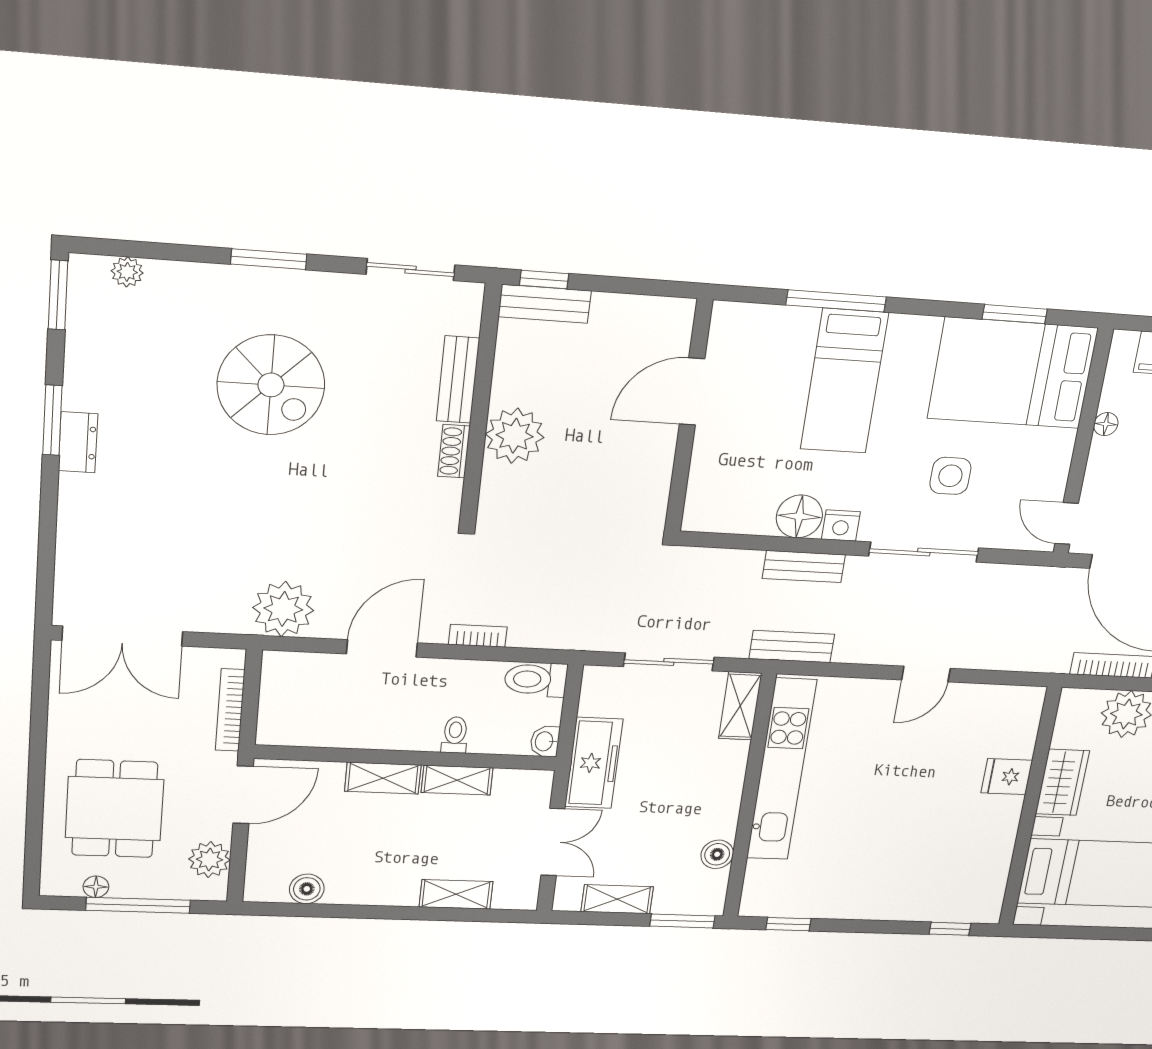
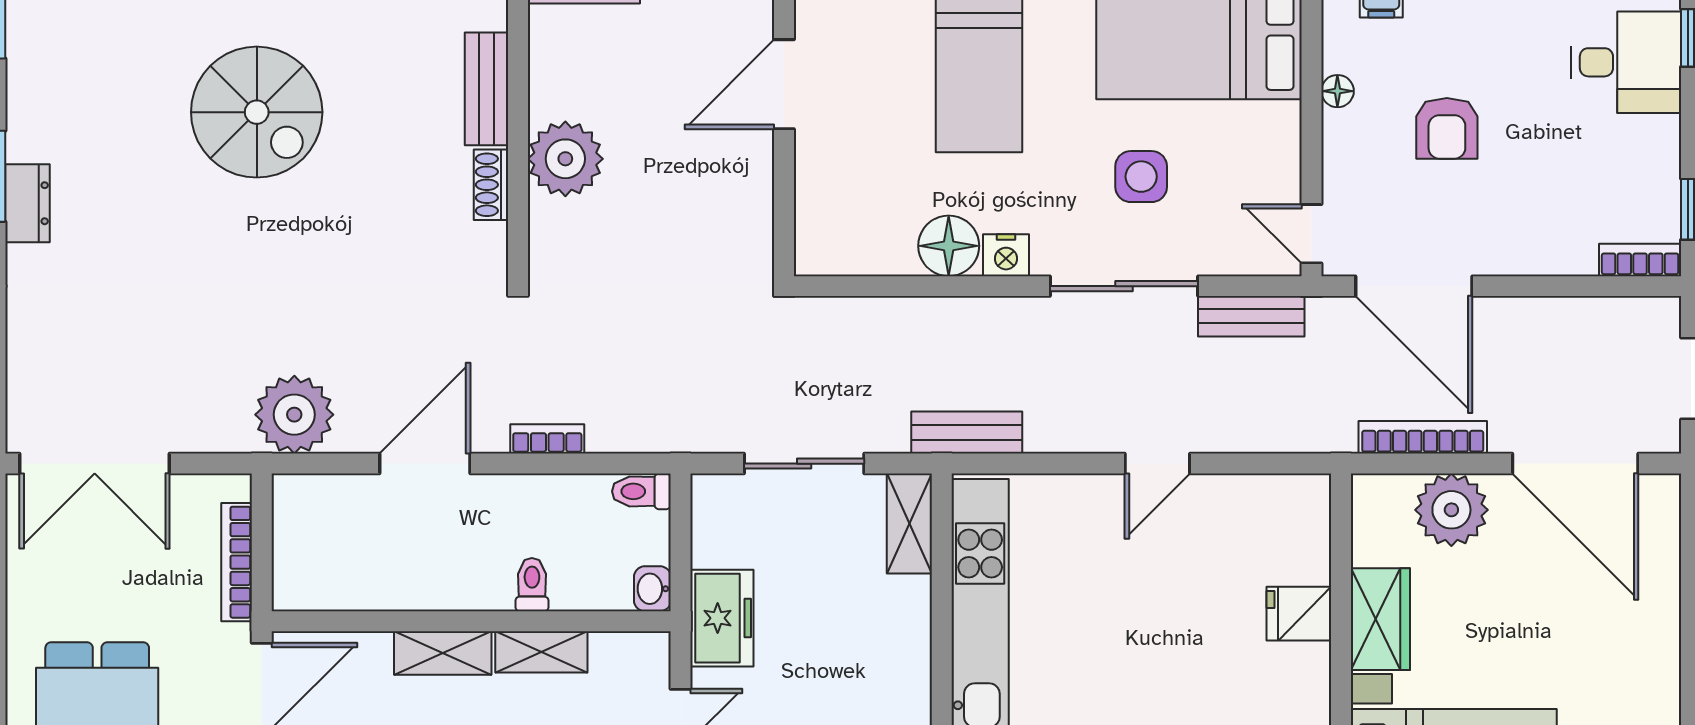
bench: (804, 567) -> (1251, 316), moved
toilet: (536, 679) -> (641, 491), width x0.73, depth x0.72
freezer: (594, 763) -> (722, 618), width x0.71

